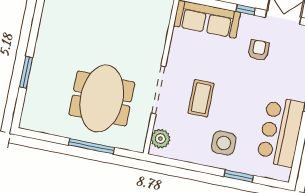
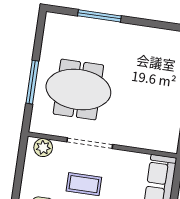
window: (26, 72) -> (99, 16), width x1.44

